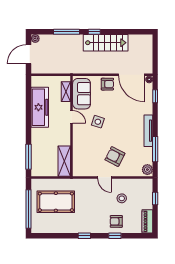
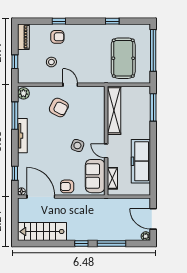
stairs: (106, 43) -> (42, 232), moved
door: (28, 54) -> (153, 219), swing flipped
shelving: (64, 161) -> (114, 110), width x1.47
pool table: (56, 202) -> (123, 58), turned 90
window: (84, 236) -> (112, 21), moved

